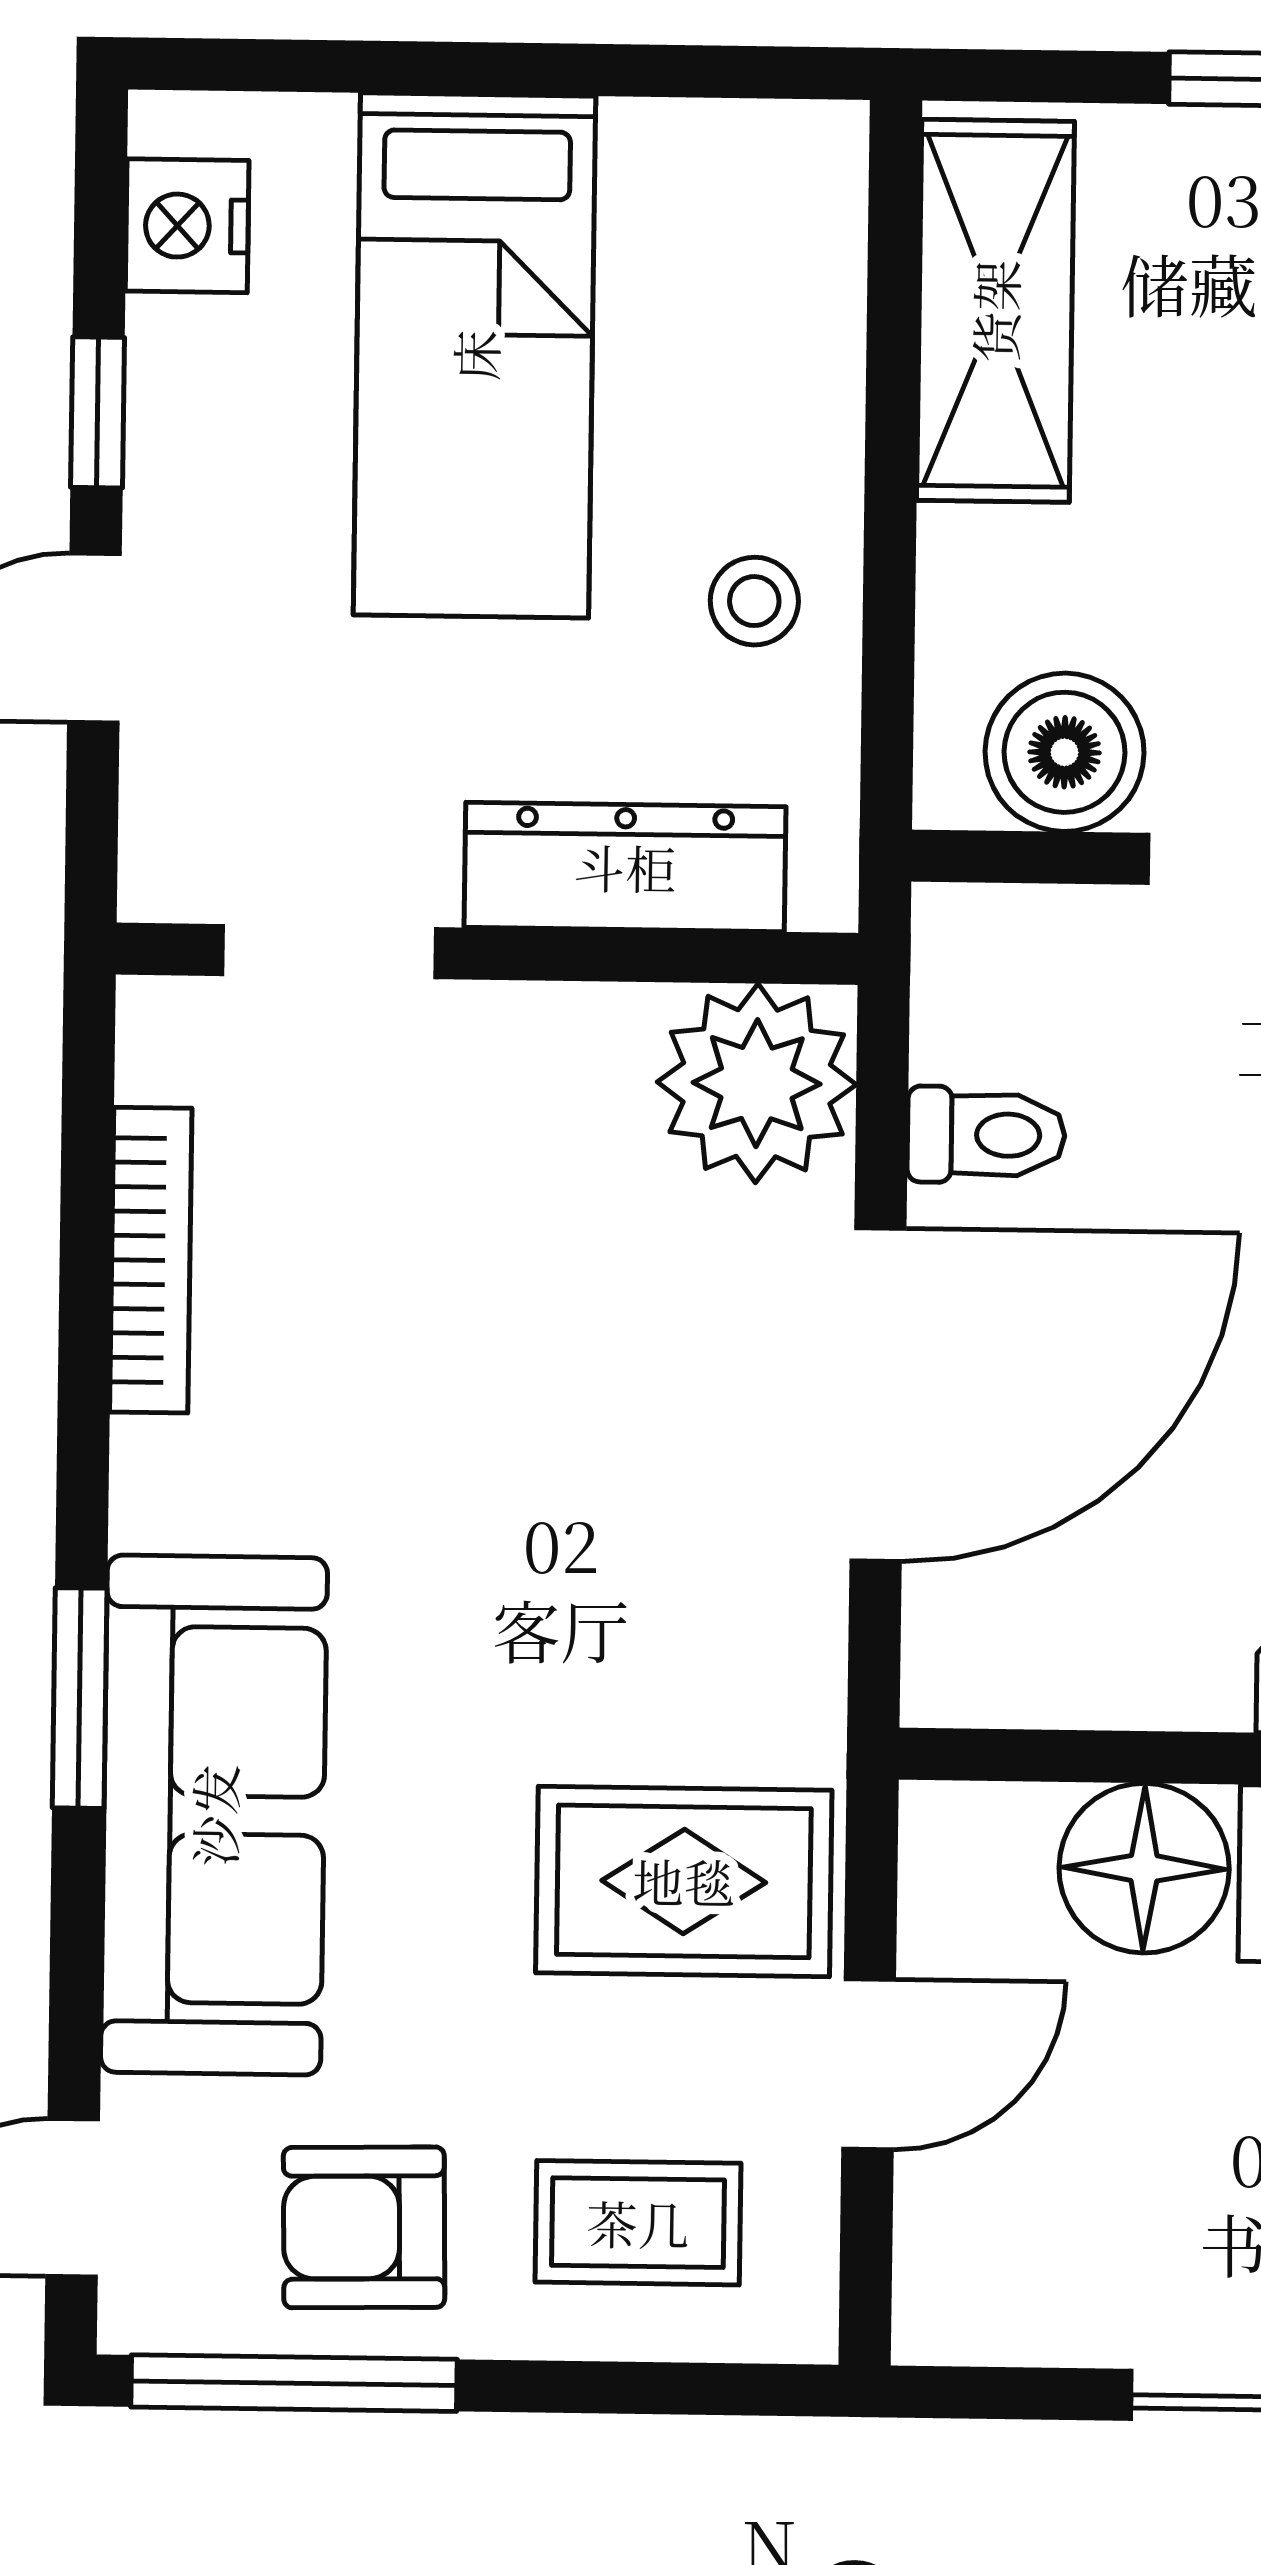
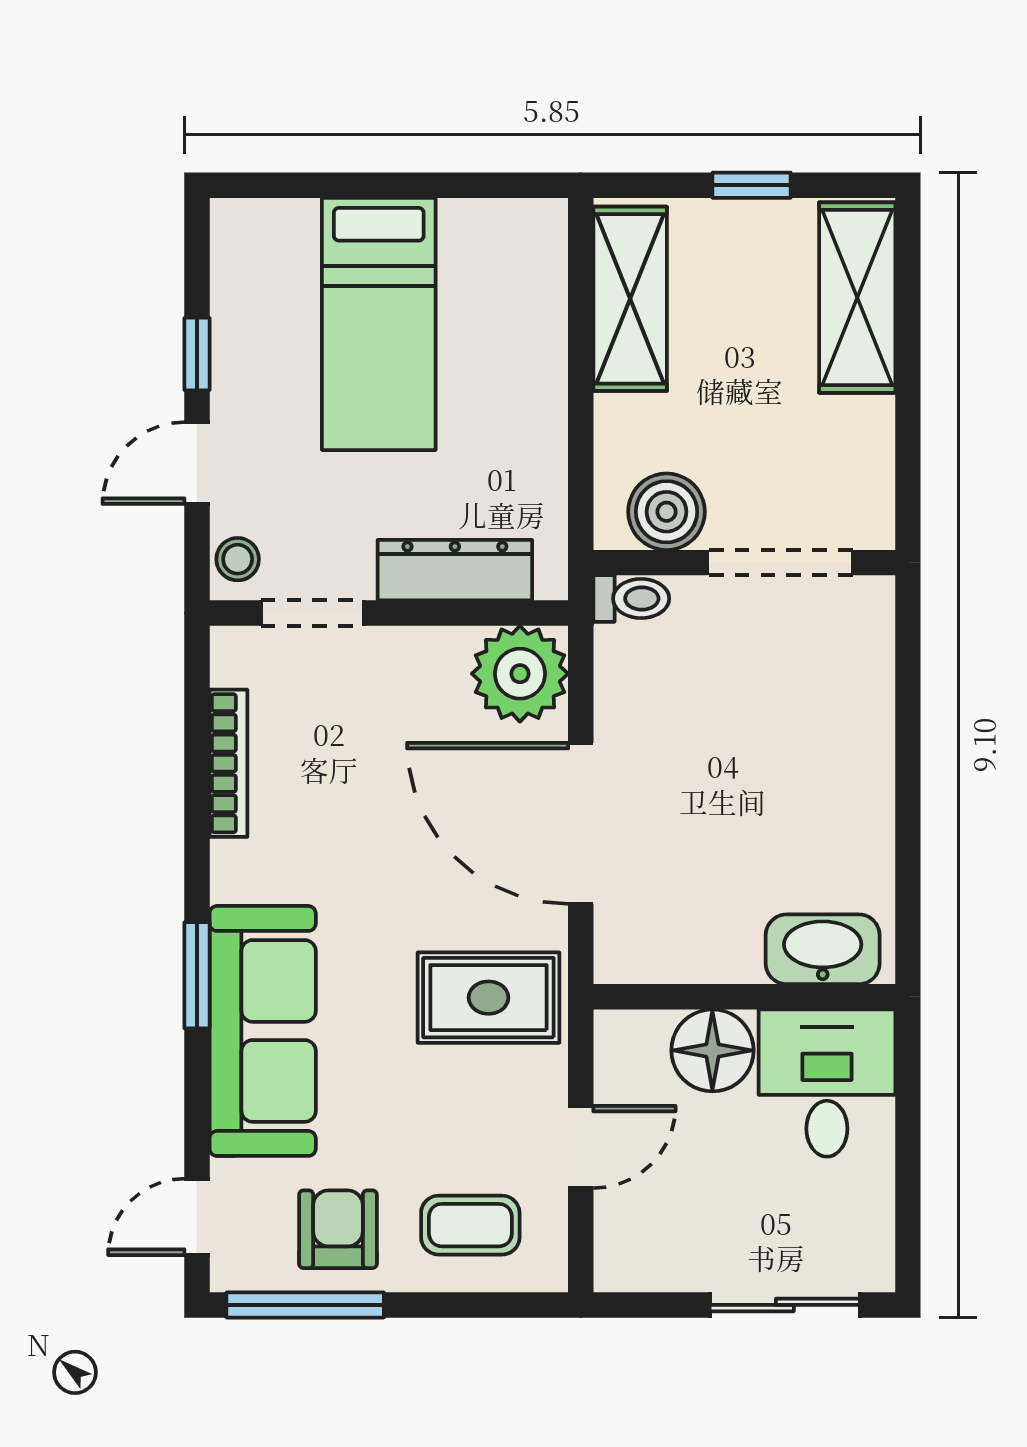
nightstand: (187, 226) -> (239, 263), removed
stool: (754, 601) -> (238, 559), moved
toilet: (986, 1135) -> (631, 599), moved
door: (878, 1394) -> (581, 823), swing flipped
rug: (684, 1881) -> (488, 998), moved
armchair: (364, 2227) -> (338, 1229), turned 91

